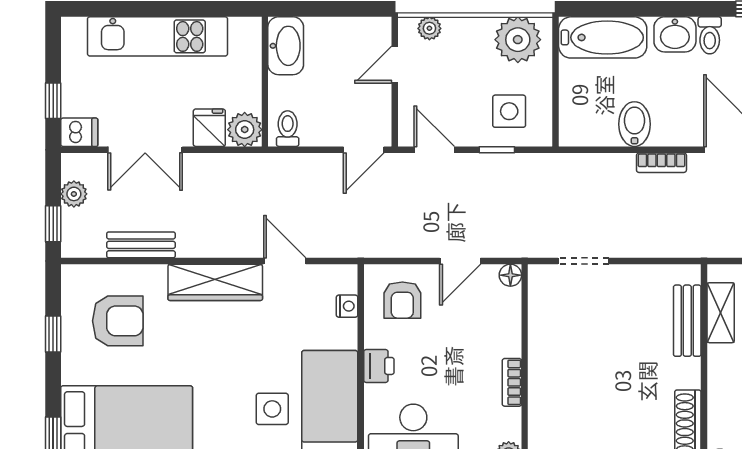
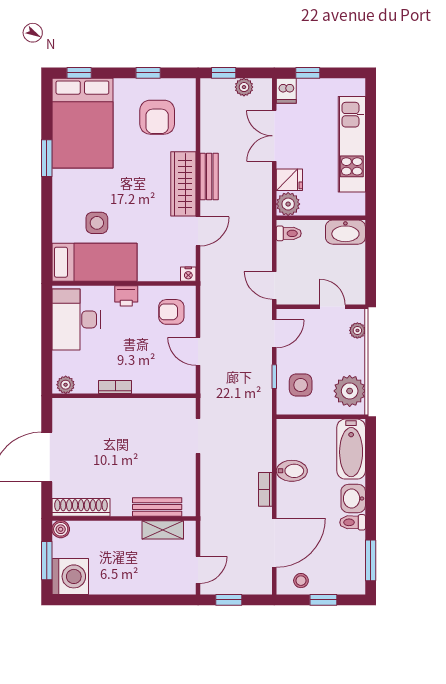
bench: (141, 245) -> (209, 177), moved
floor lamp: (510, 275) -> (188, 386), removed
nightstand: (347, 306) -> (188, 274), moved

